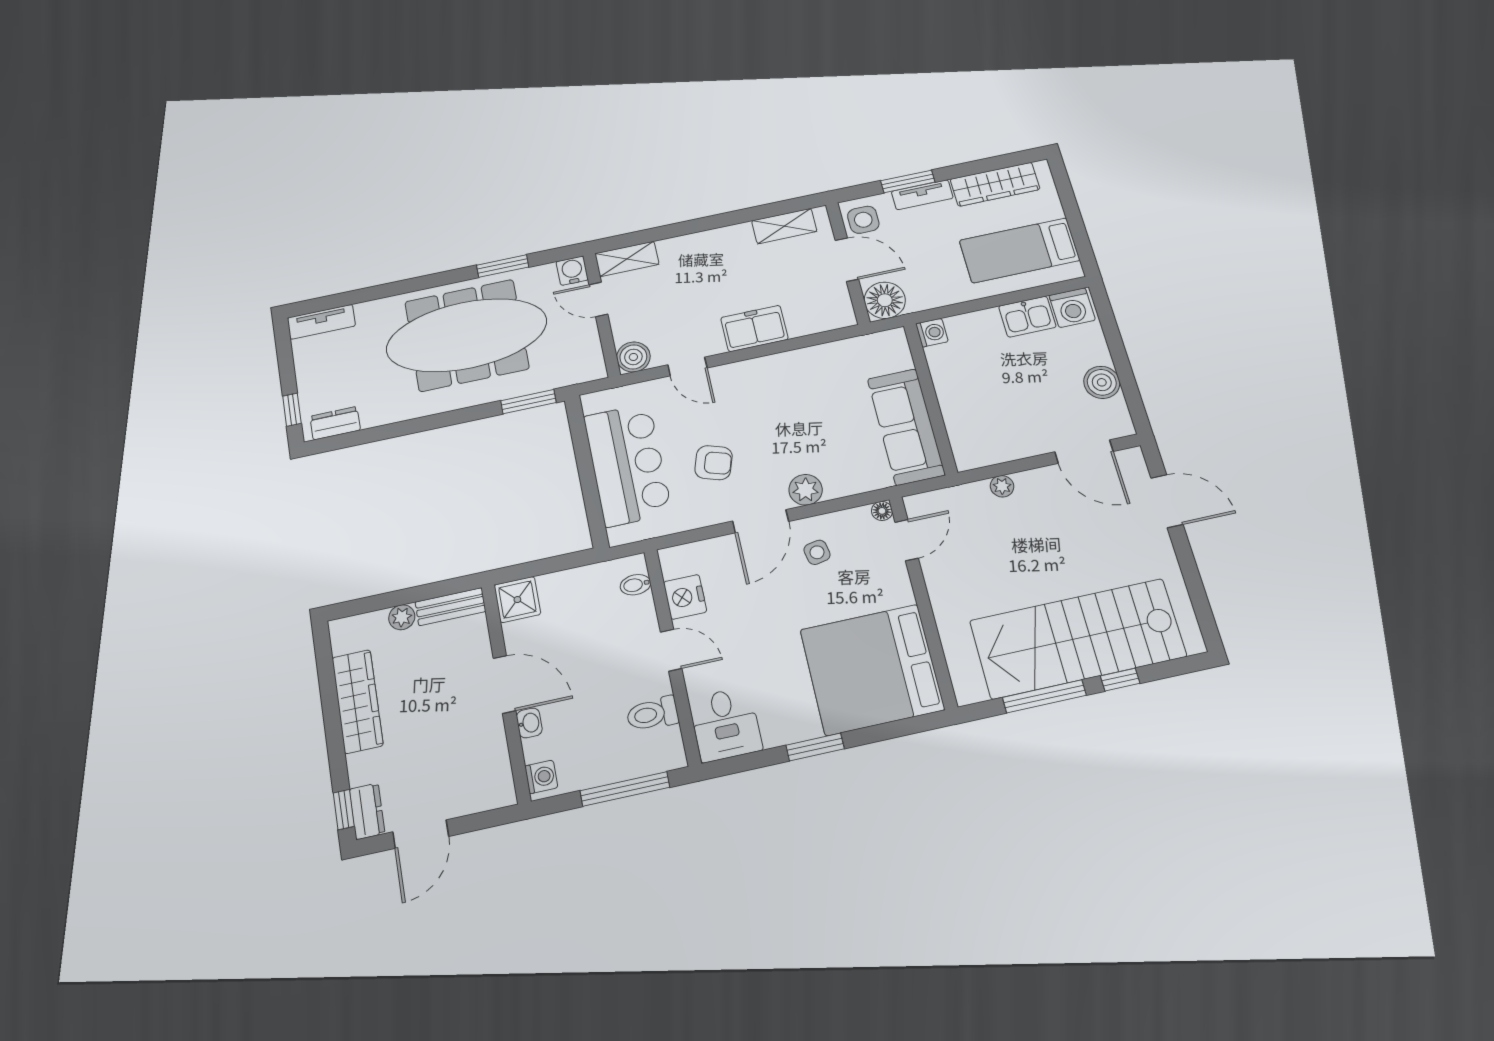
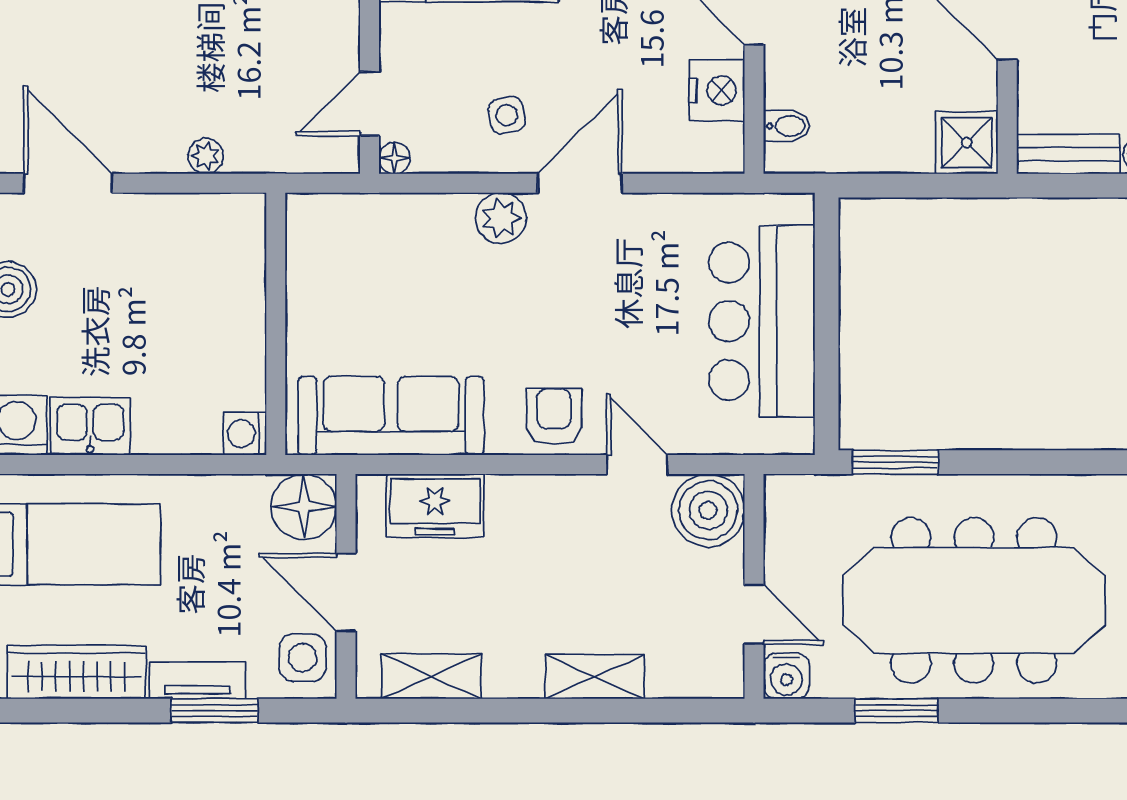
shelving: (627, 259) -> (595, 677), moved
freezer: (754, 328) -> (435, 506), moved
boiler: (633, 357) -> (708, 510), width x1.37, depth x1.37
sofa: (906, 427) -> (391, 416), moved, turned -90
armchair: (714, 463) -> (554, 417), moved, turned 72

